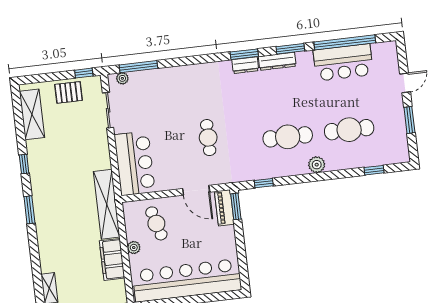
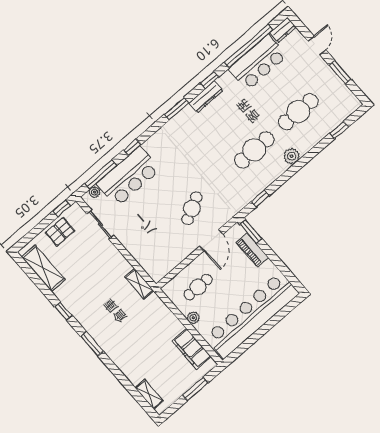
window: (290, 49) -> (210, 80), width x0.67
window: (182, 61) -> (132, 147), added
dresser: (245, 65) -> (283, 30), moved
cafe table: (208, 138) -> (192, 208), moved, turned 62
bar counter: (135, 163) -> (129, 177), moved, turned 90
door: (196, 190) -> (211, 240), hinge flipped
shelving: (107, 204) -> (139, 284), width x0.45, depth x0.75
piano: (224, 208) -> (252, 250), moved
cafe table: (156, 223) -> (198, 287), turned -74
filing cabinet: (112, 259) -> (192, 349), moved

